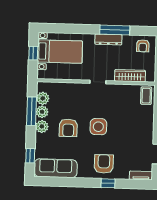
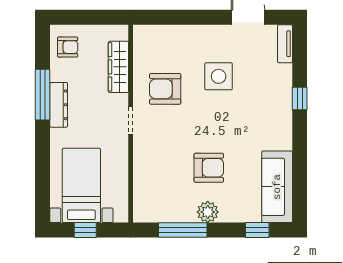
coffee table: (146, 96) -> (151, 39), removed
plant: (43, 98) -> (161, 212), removed
plant: (42, 112) -> (183, 212), removed
side table: (98, 127) -> (219, 76), moved
armchair: (104, 164) -> (165, 89), moved

